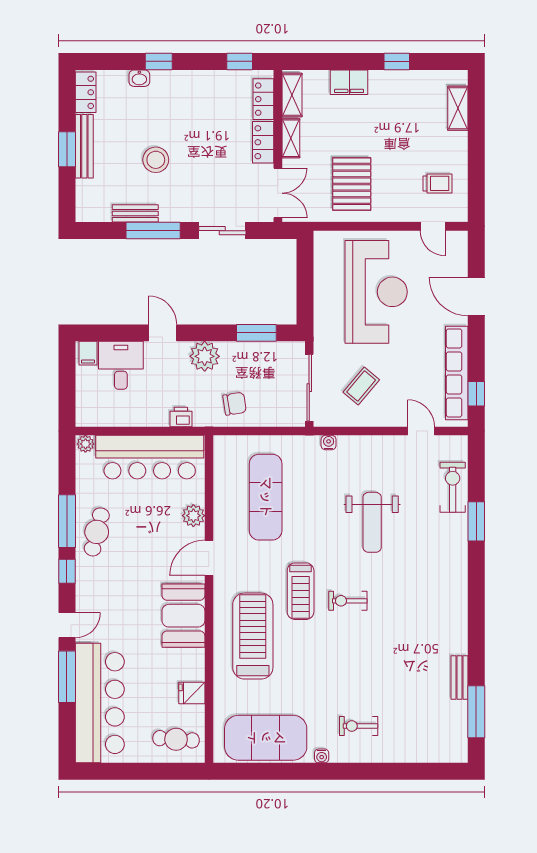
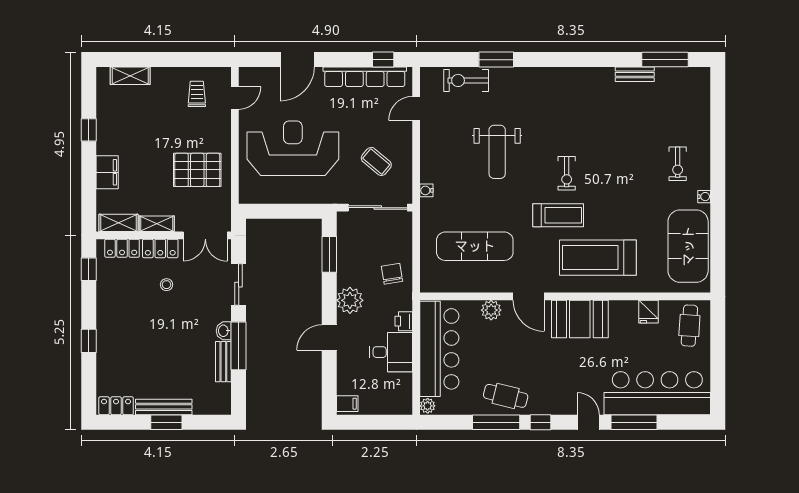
washbasin: (139, 78) -> (224, 331), moved, turned 180
stool: (156, 160) -> (167, 285), moved, width x0.53, depth x0.53
double door: (278, 193) -> (205, 235), swing flipped
desk: (121, 365) -> (391, 352), moved, turned 180
weight bench: (372, 522) -> (497, 152), turned 90

